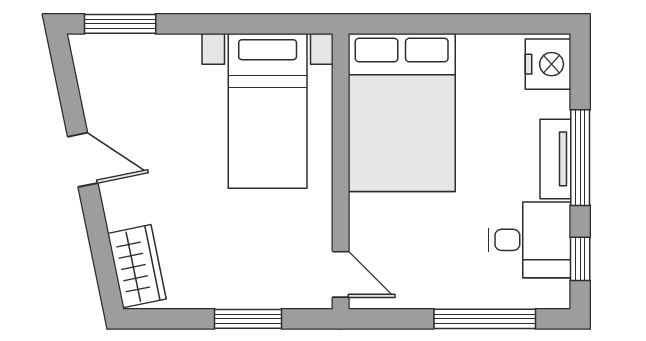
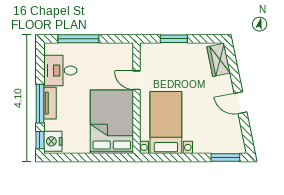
window: (580, 259) -> (40, 140), moved
door: (341, 274) -> (136, 80), moved

